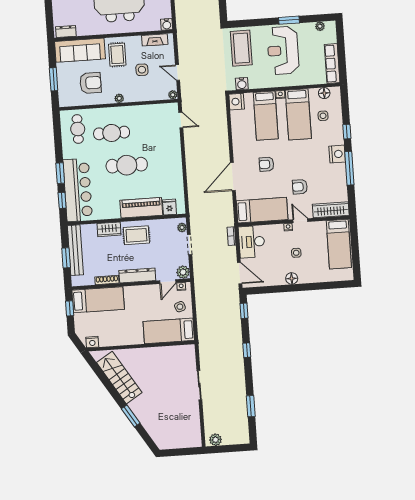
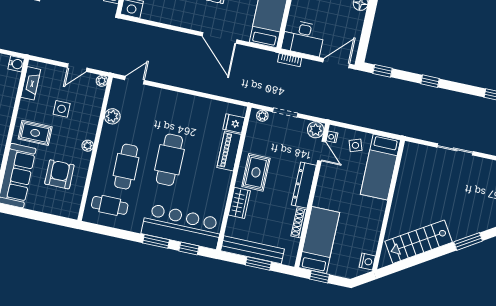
window: (54, 79) -> (42, 217), removed
plant: (148, 111) -> (112, 116), added
piano: (141, 208) -> (229, 151), width x0.73, depth x0.75

